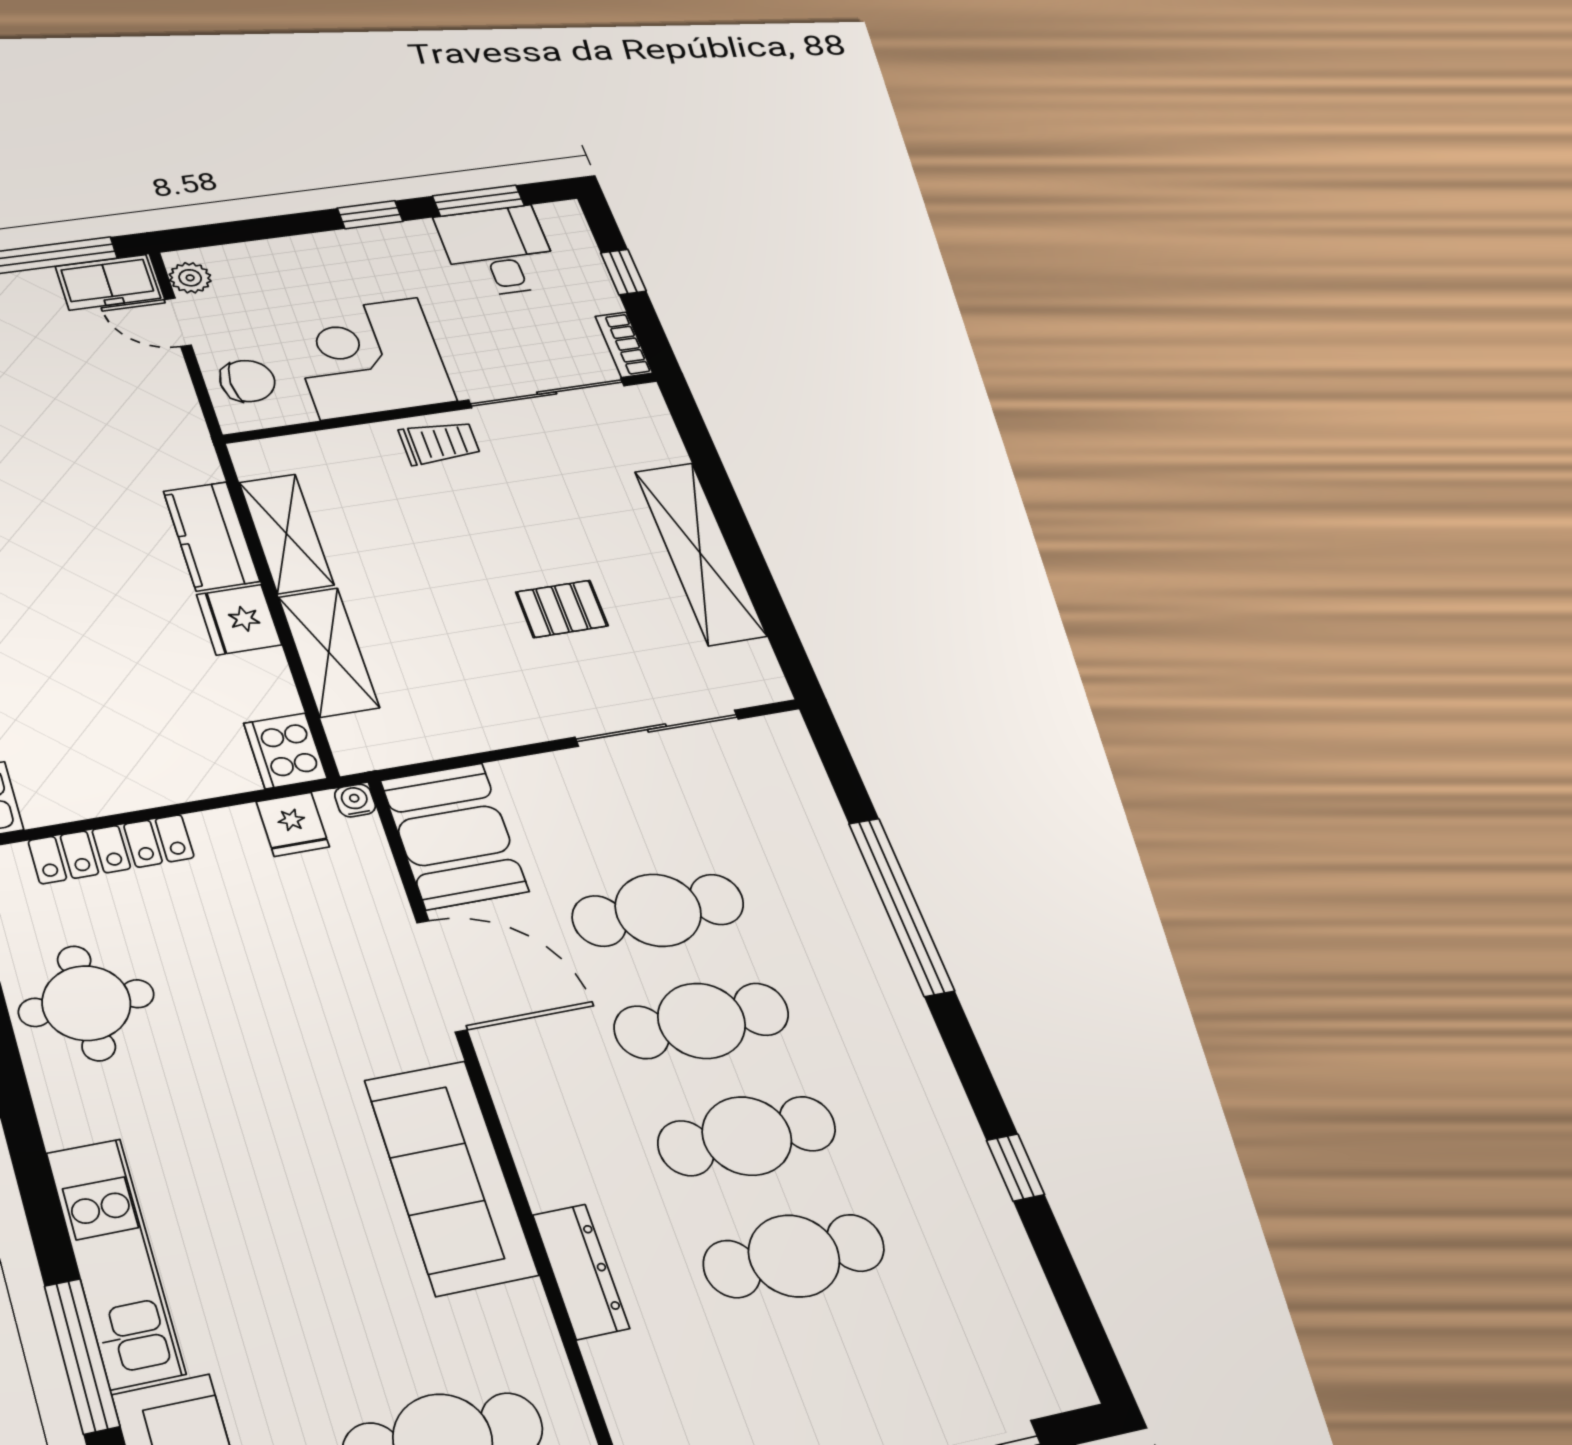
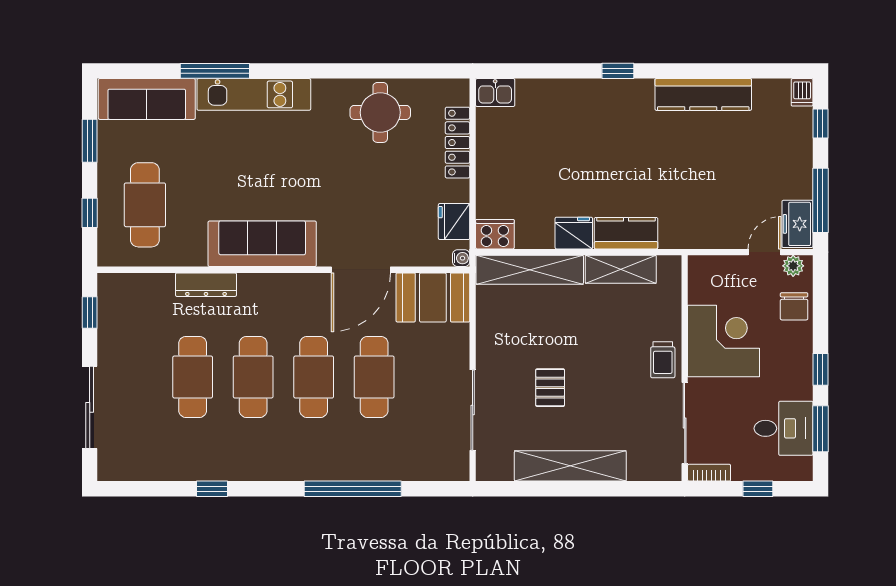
chair: (247, 381) -> (794, 306), moved
shelving: (329, 652) -> (530, 270), width x1.47
fridge: (293, 824) -> (454, 222), width x1.38

